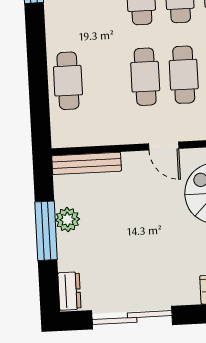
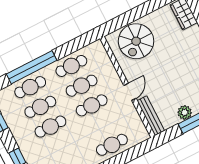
door: (164, 146) -> (130, 92), moved

